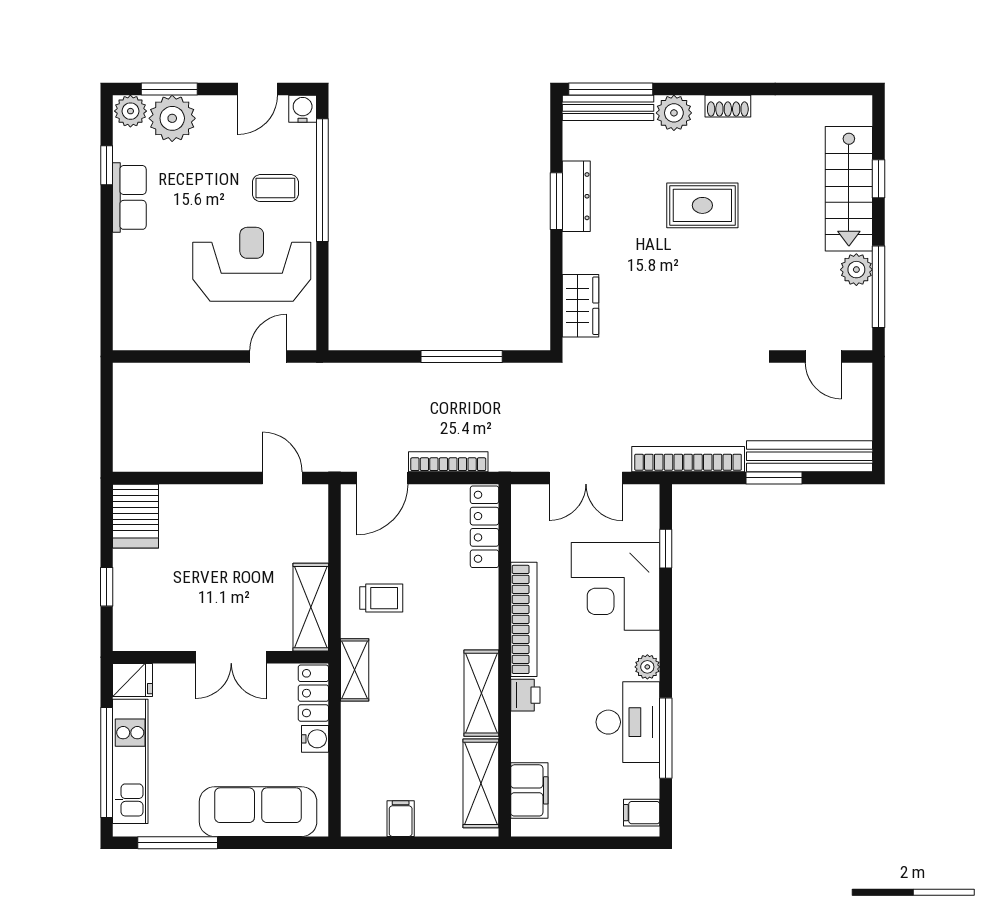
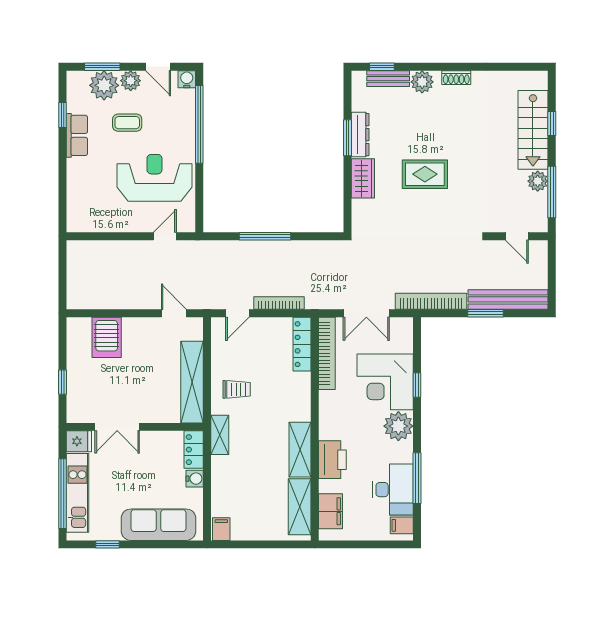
door: (258, 89) -> (158, 67), hinge flipped
window: (611, 89) -> (382, 67), width x0.46
bench: (608, 108) -> (388, 79), width x0.73
plant: (130, 111) -> (131, 81), moved
coffee table: (275, 188) -> (127, 123), moved
rug: (702, 205) -> (425, 174), moved
wardrobe: (581, 306) -> (363, 178), moved
window: (462, 356) -> (265, 236), moved
door: (382, 478) -> (237, 313), width x0.73
server rack: (136, 516) -> (107, 337), moved
window: (666, 549) -> (417, 385), moved
shelving: (311, 607) -> (192, 382), width x1.47
bookcase: (524, 619) -> (327, 353), moved
double door: (231, 657) -> (117, 427), moved
plant: (647, 667) -> (398, 426), width x1.88, depth x1.88
printer: (525, 695) -> (332, 460), width x1.87, depth x1.48
desk: (628, 722) -> (393, 490), moved
filing cabinet: (401, 819) -> (221, 529), moved
window: (178, 843) -> (108, 544), width x0.46

